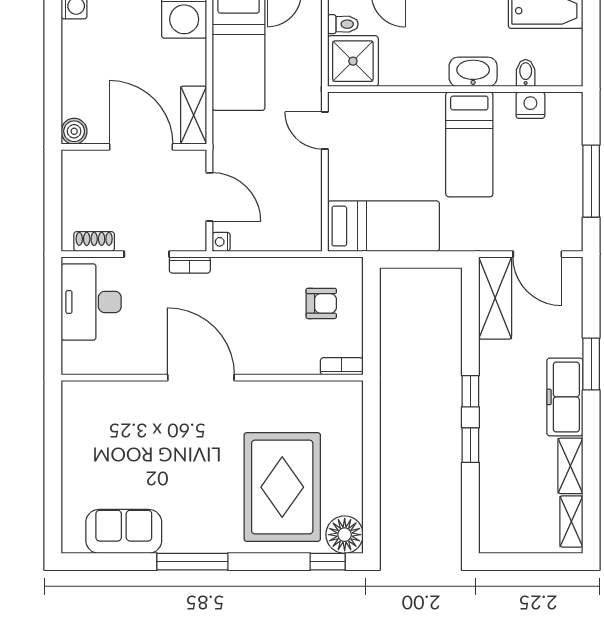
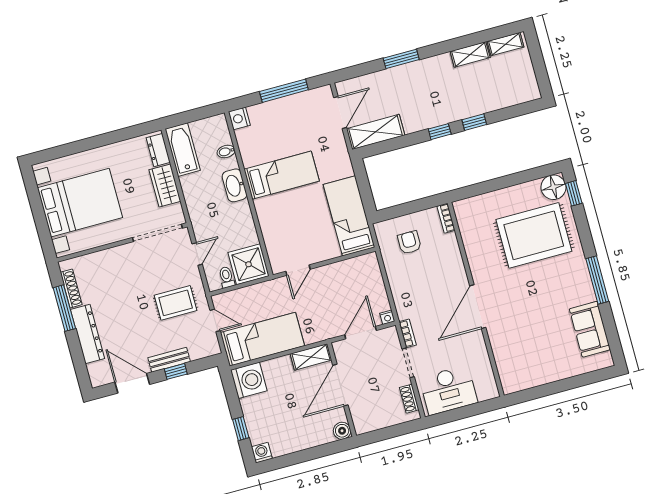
nightstand: (530, 105) -> (239, 118), moved
freezer: (565, 397) -> (427, 70), removed

